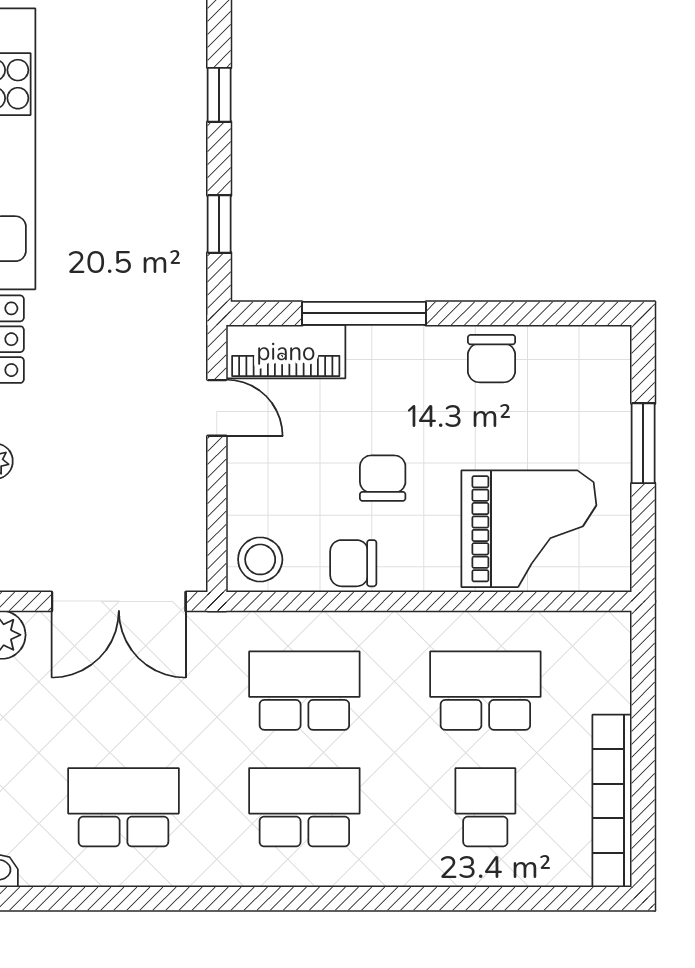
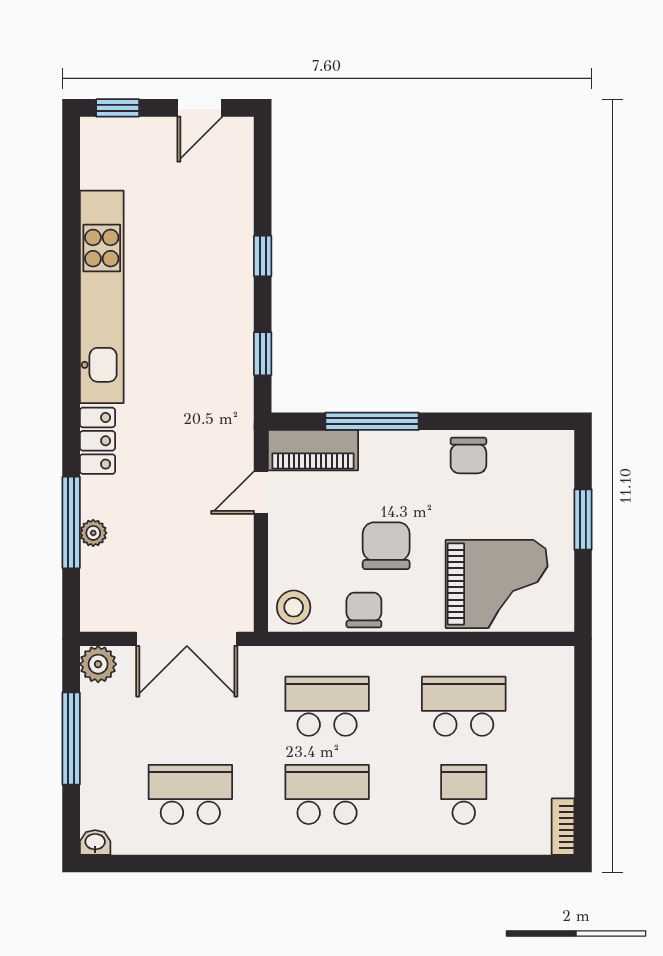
door: (217, 408) -> (261, 493), swing flipped
chair: (383, 478) -> (386, 546), width x1.37, depth x1.37
chair: (353, 563) -> (364, 610), turned 90
bookcase: (612, 801) -> (563, 827), width x0.43, depth x0.76

